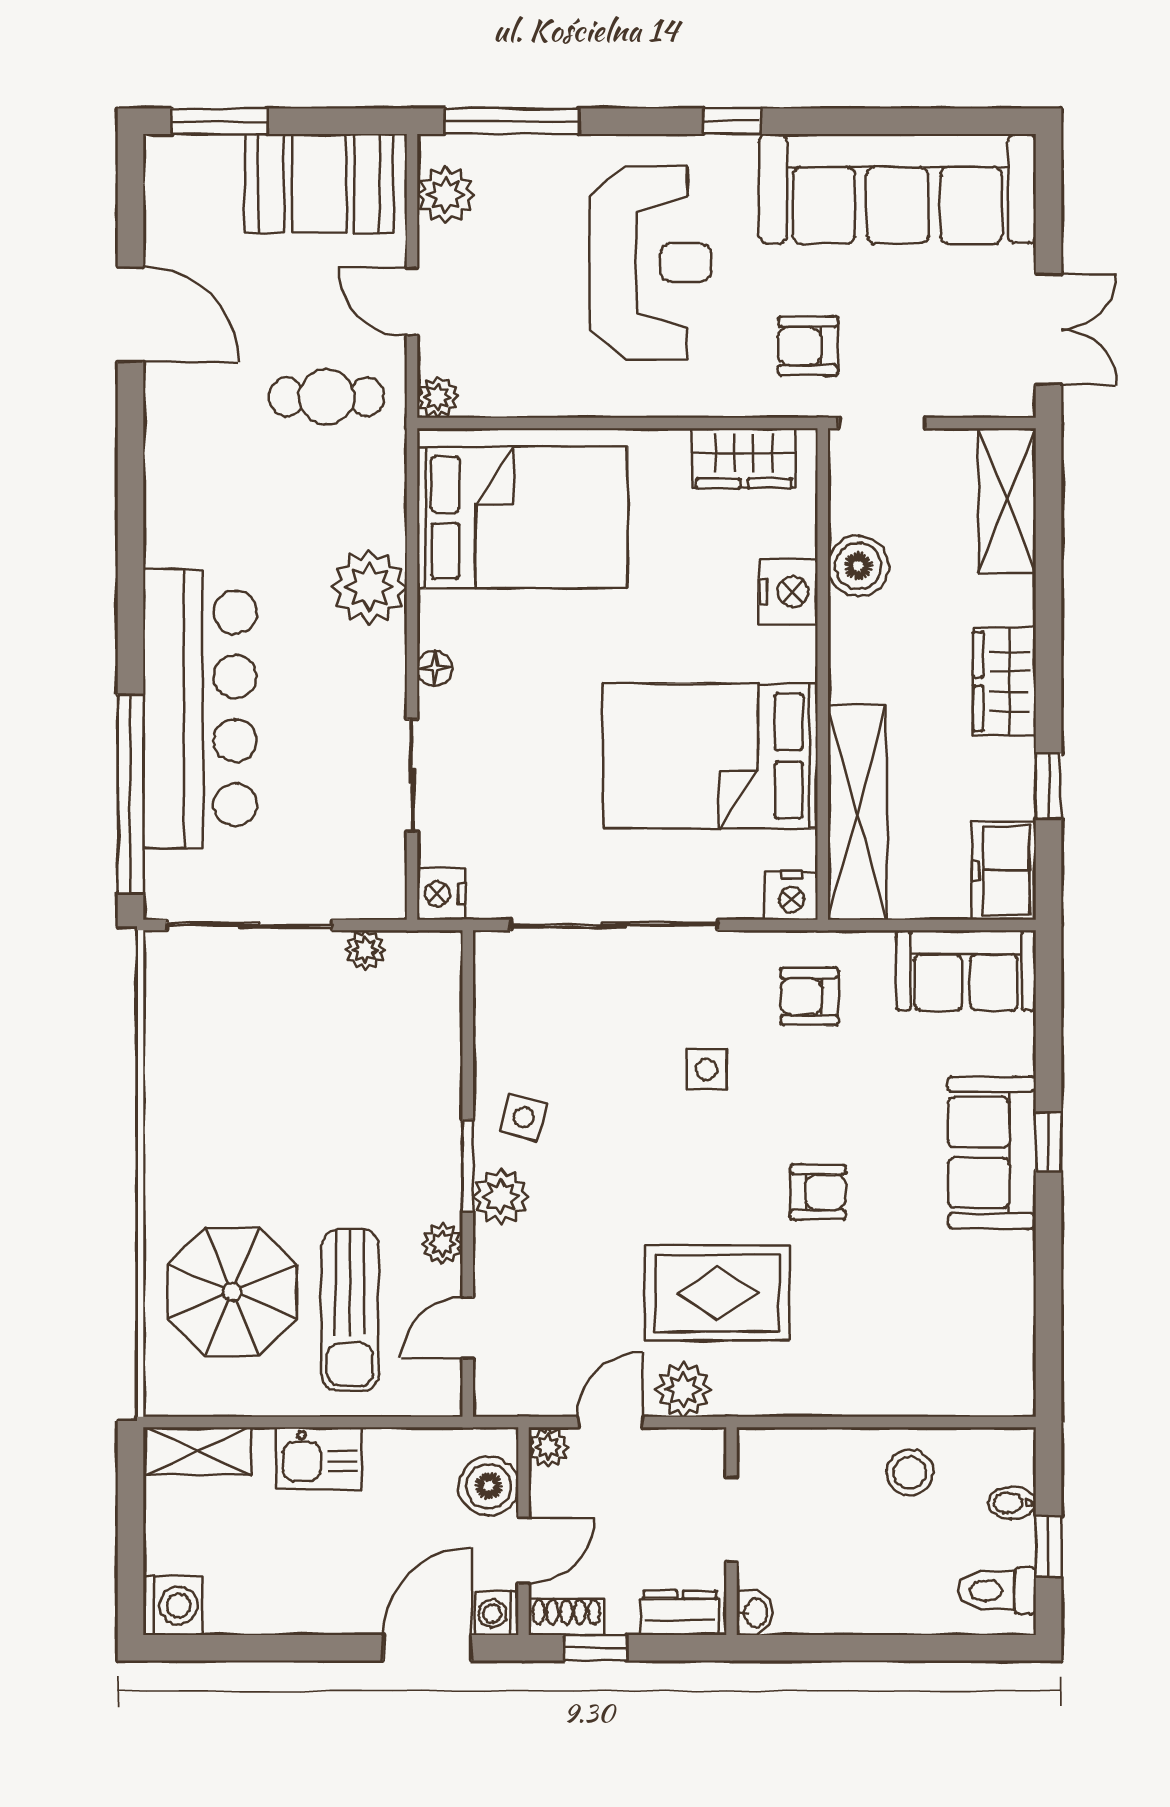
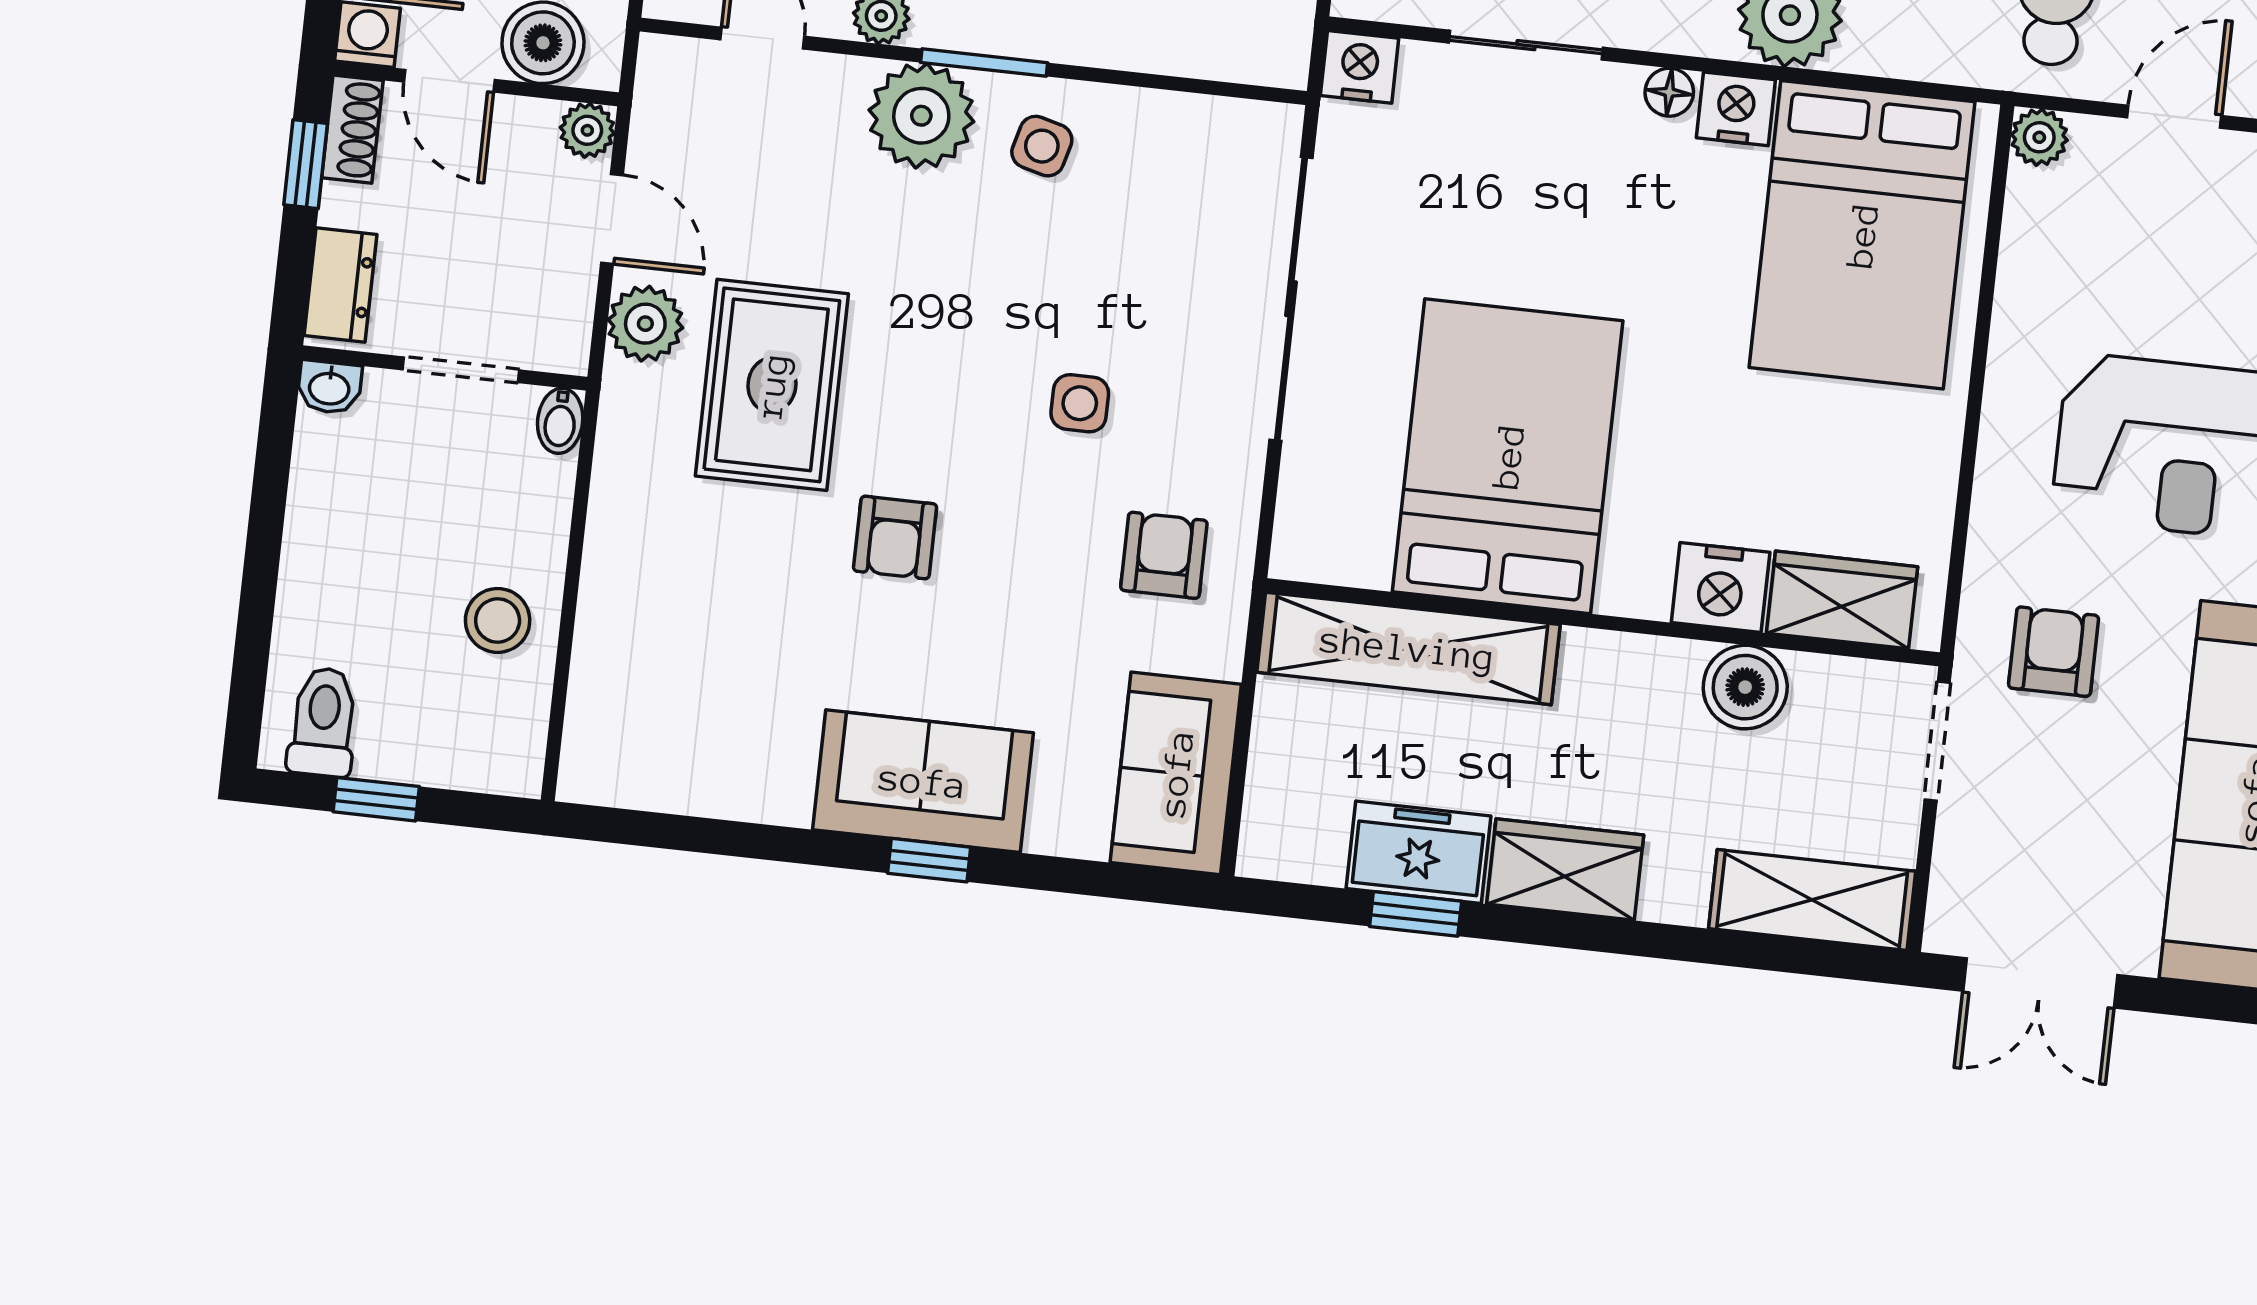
wardrobe: (744, 458) -> (1842, 600), moved, turned 90
freezer: (1004, 871) -> (1418, 852), moved
nightstand: (791, 896) -> (1736, 109), moved, turned 90
plant: (501, 1197) -> (921, 116), width x1.36, depth x1.36
bidet: (1012, 1503) -> (560, 421), moved, turned 180

